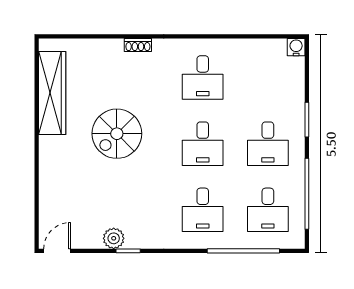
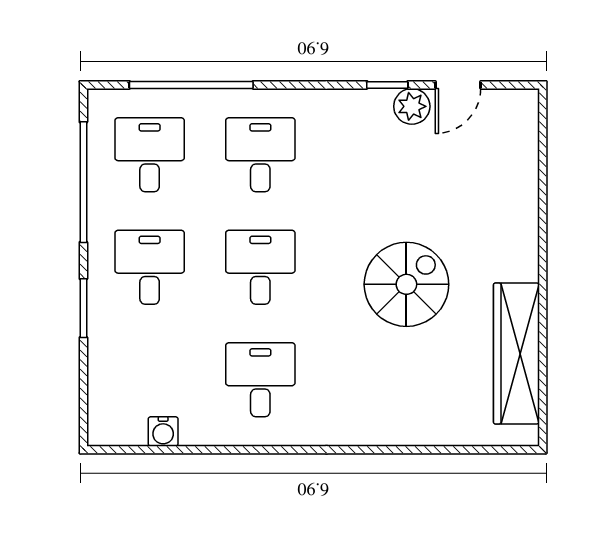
shoe rack: (138, 45) -> (371, 435), removed
water cooler: (296, 47) -> (163, 431), moved
door: (57, 251) -> (458, 85), moved

